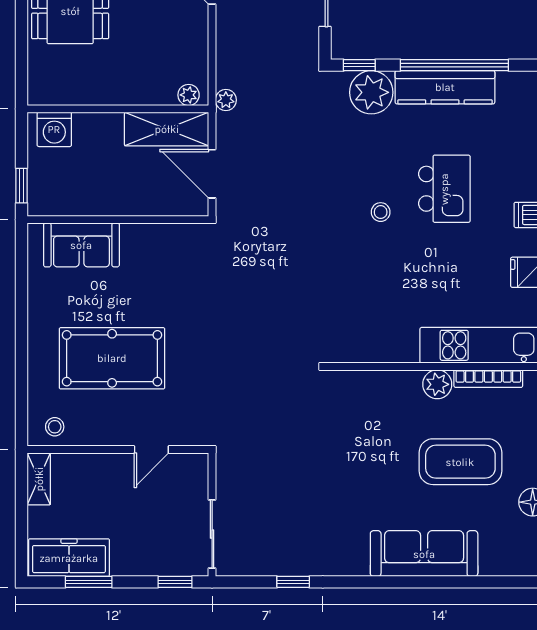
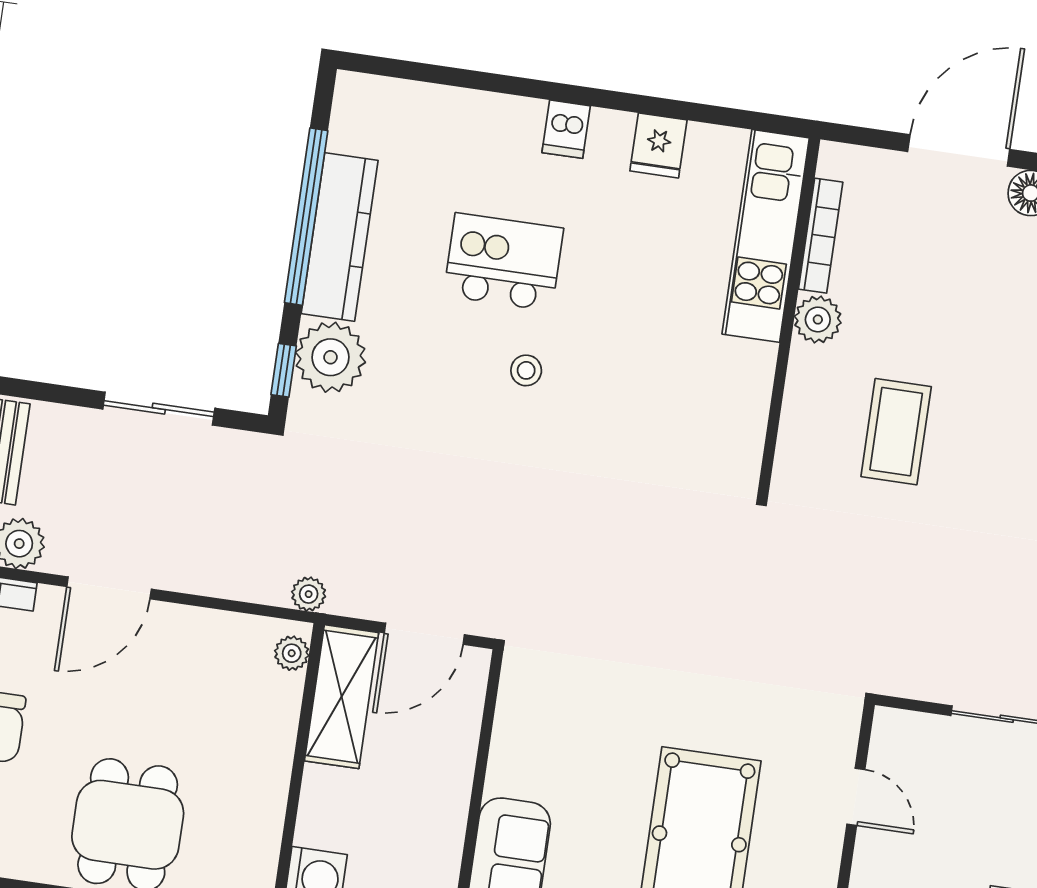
coffee table: (460, 462) -> (896, 432), moved, width x0.73, depth x0.76

